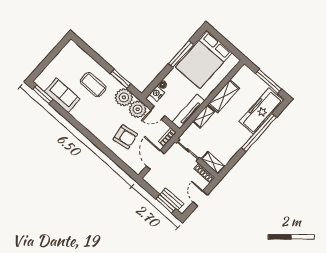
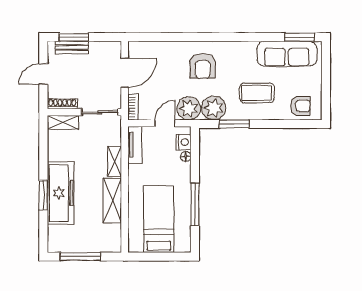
armchair: (76, 57) -> (300, 106), added
bed: (204, 60) -> (159, 219), width x0.67
sofa: (62, 95) -> (287, 54), width x1.36
tv unit: (188, 111) -> (135, 145), width x0.71
freezer: (261, 111) -> (61, 193), moved
window: (259, 133) -> (43, 195), width x0.47
armchair: (125, 137) -> (203, 66), moved, turned -81
door: (155, 160) -> (125, 73), hinge flipped
door: (200, 198) -> (43, 74), swing flipped

